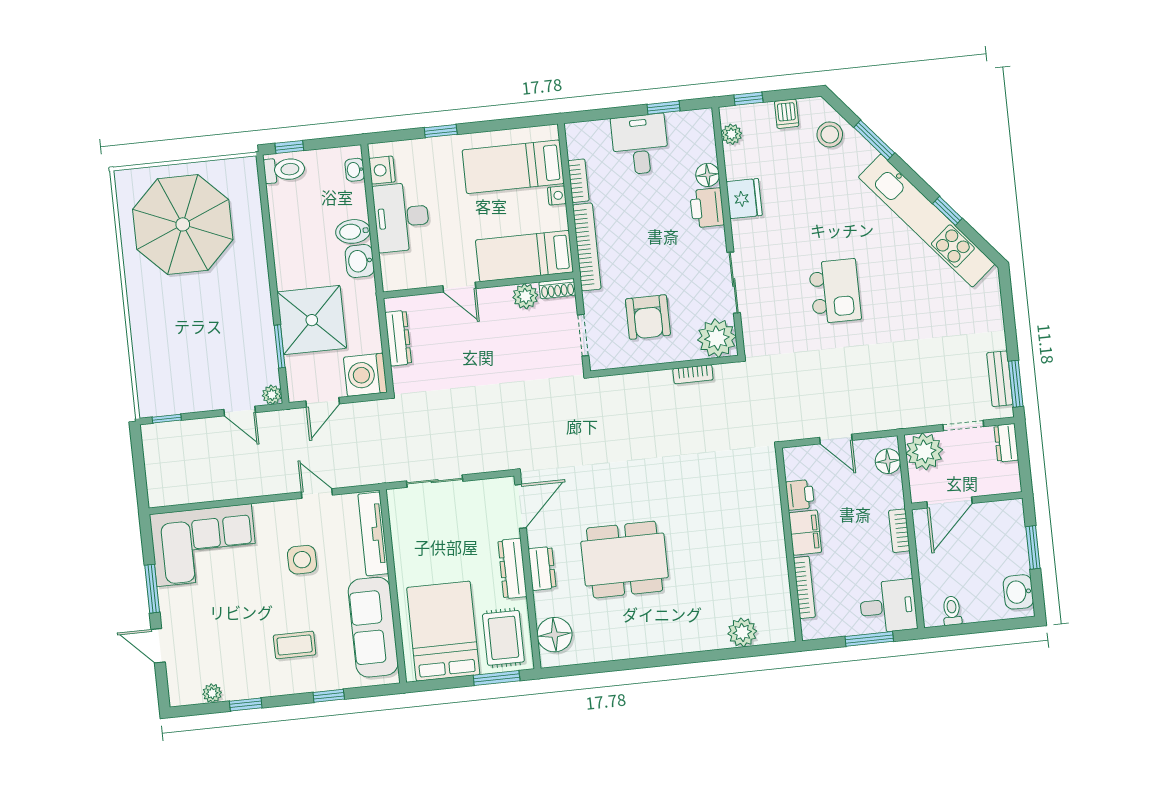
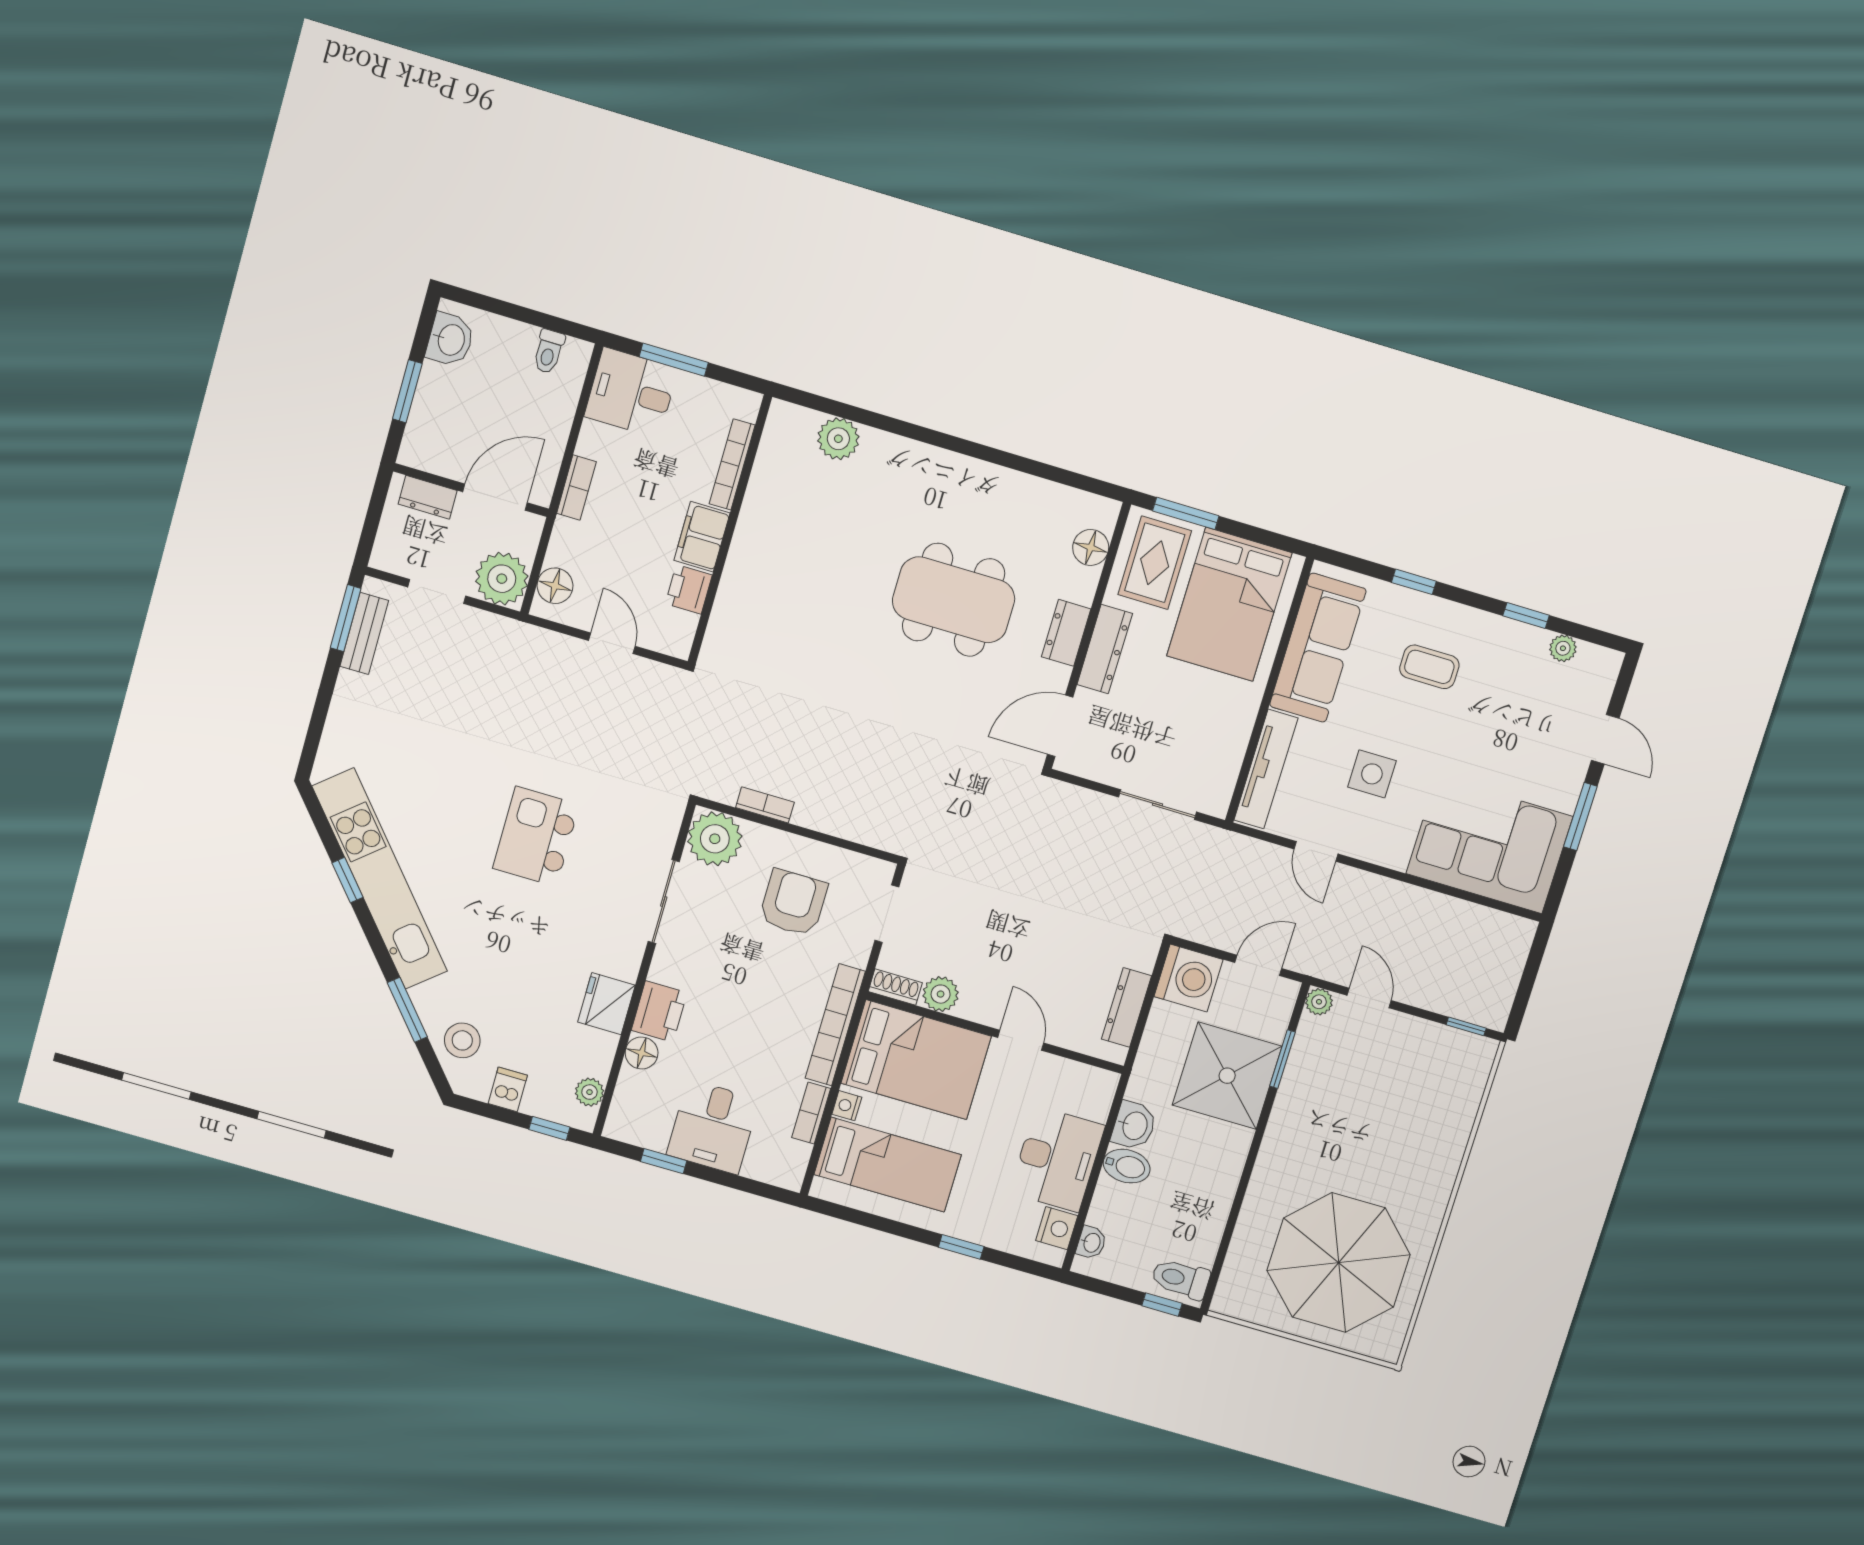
bed: (524, 256) -> (916, 1060), width x1.50
dresser: (1006, 443) -> (428, 497), moved, turned 90
floor lamp: (554, 635) -> (1091, 547), width x0.73, depth x0.73

